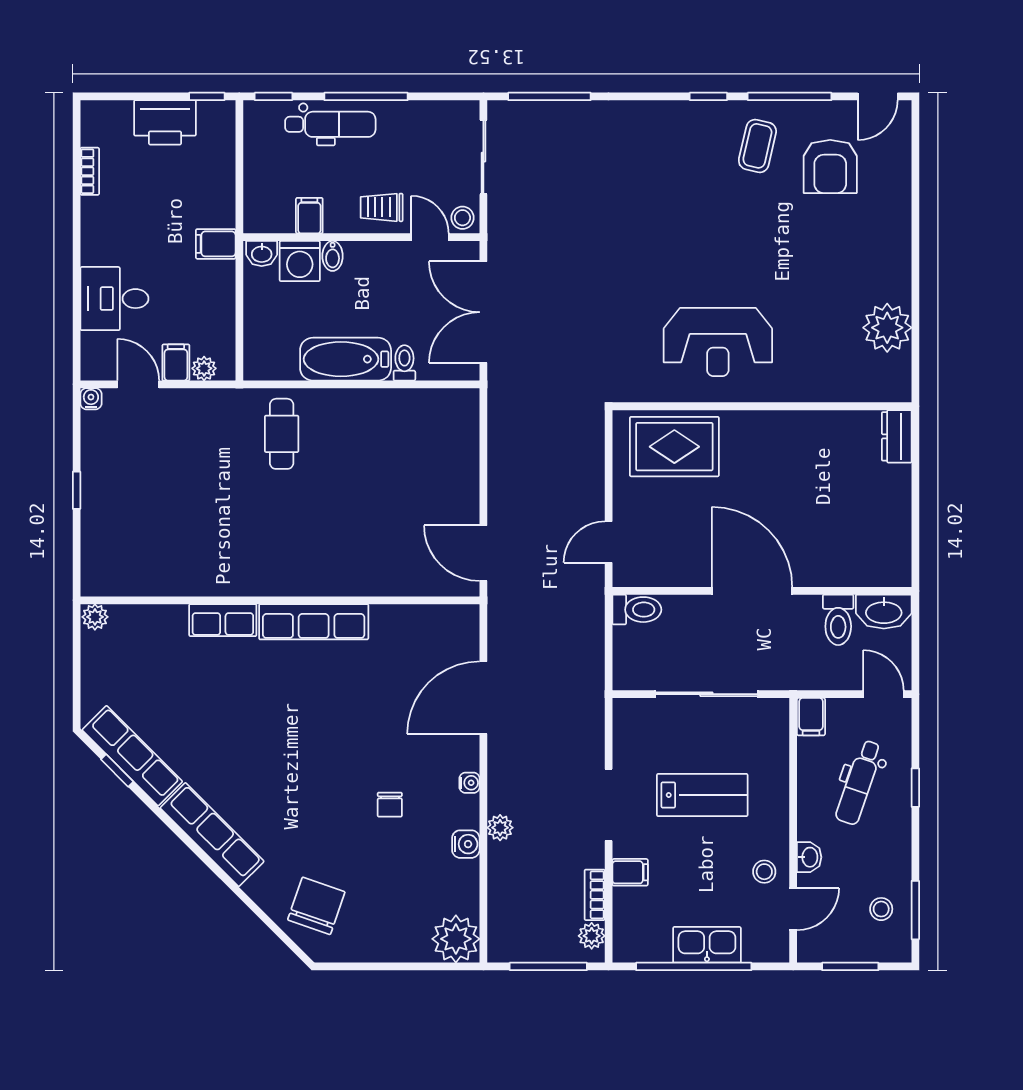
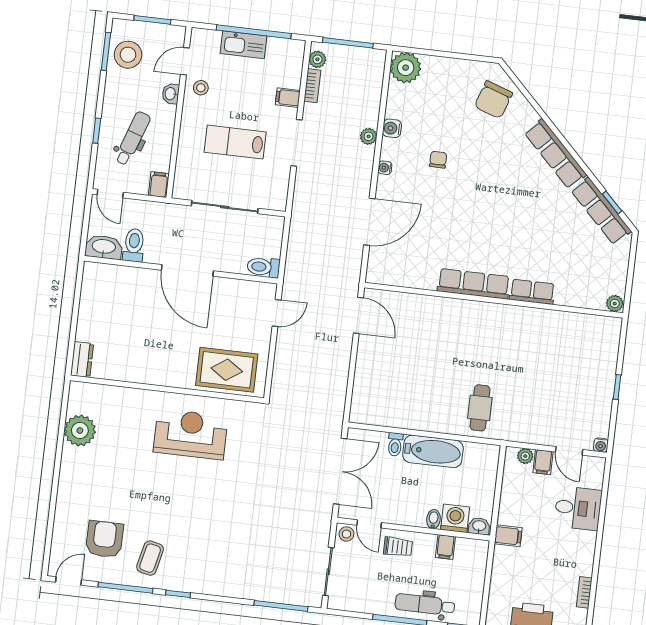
stool: (881, 909) -> (128, 55), width x1.89, depth x1.89

